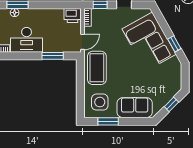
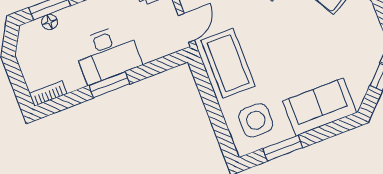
desk: (27, 40) -> (107, 54), moved
window: (53, 56) -> (109, 85), moved

